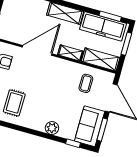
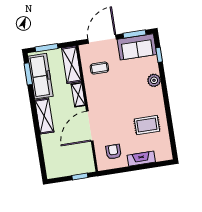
door: (37, 50) -> (90, 126), hinge flipped

